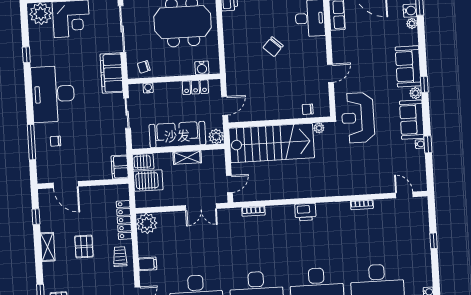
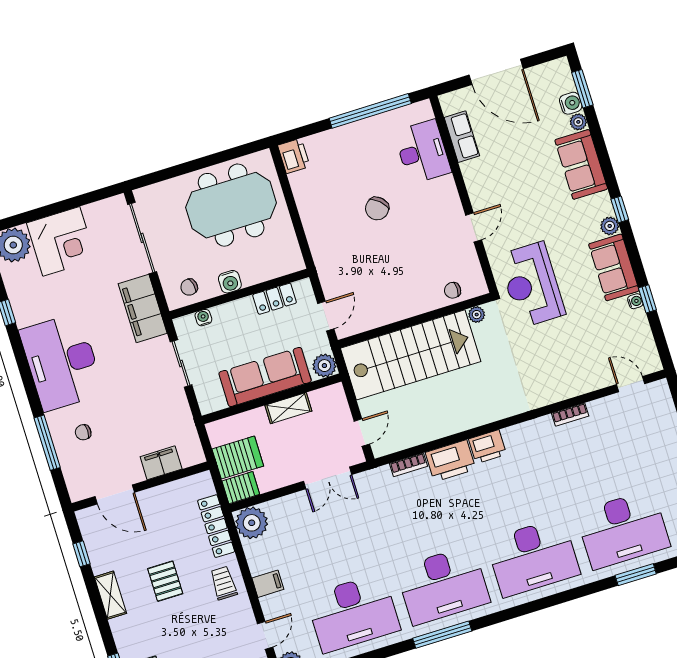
sofa: (408, 66) -> (581, 164), moved
water cooler: (202, 68) -> (230, 282), moved
server rack: (143, 162) -> (241, 488), moved
filing cabinet: (120, 167) -> (161, 463), moved, turned 90
printer: (280, 215) -> (451, 461), added

